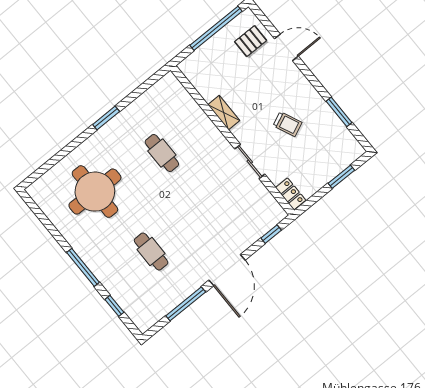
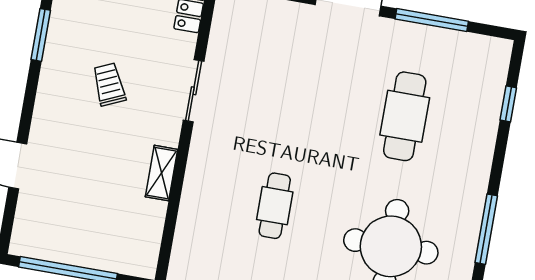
pallet: (251, 41) -> (47, 215), removed
cafe table: (151, 252) -> (405, 116), width x1.37, depth x1.35
window: (83, 267) -> (486, 229), moved

